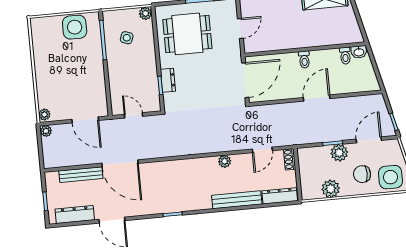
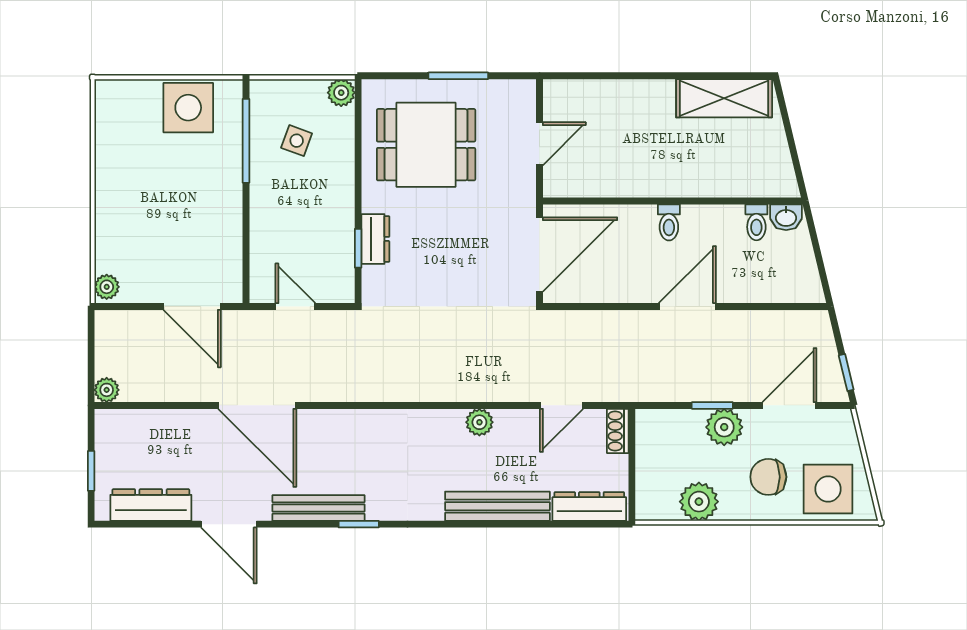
plant: (46, 131) -> (107, 390), moved
bench: (81, 175) -> (318, 508), moved

